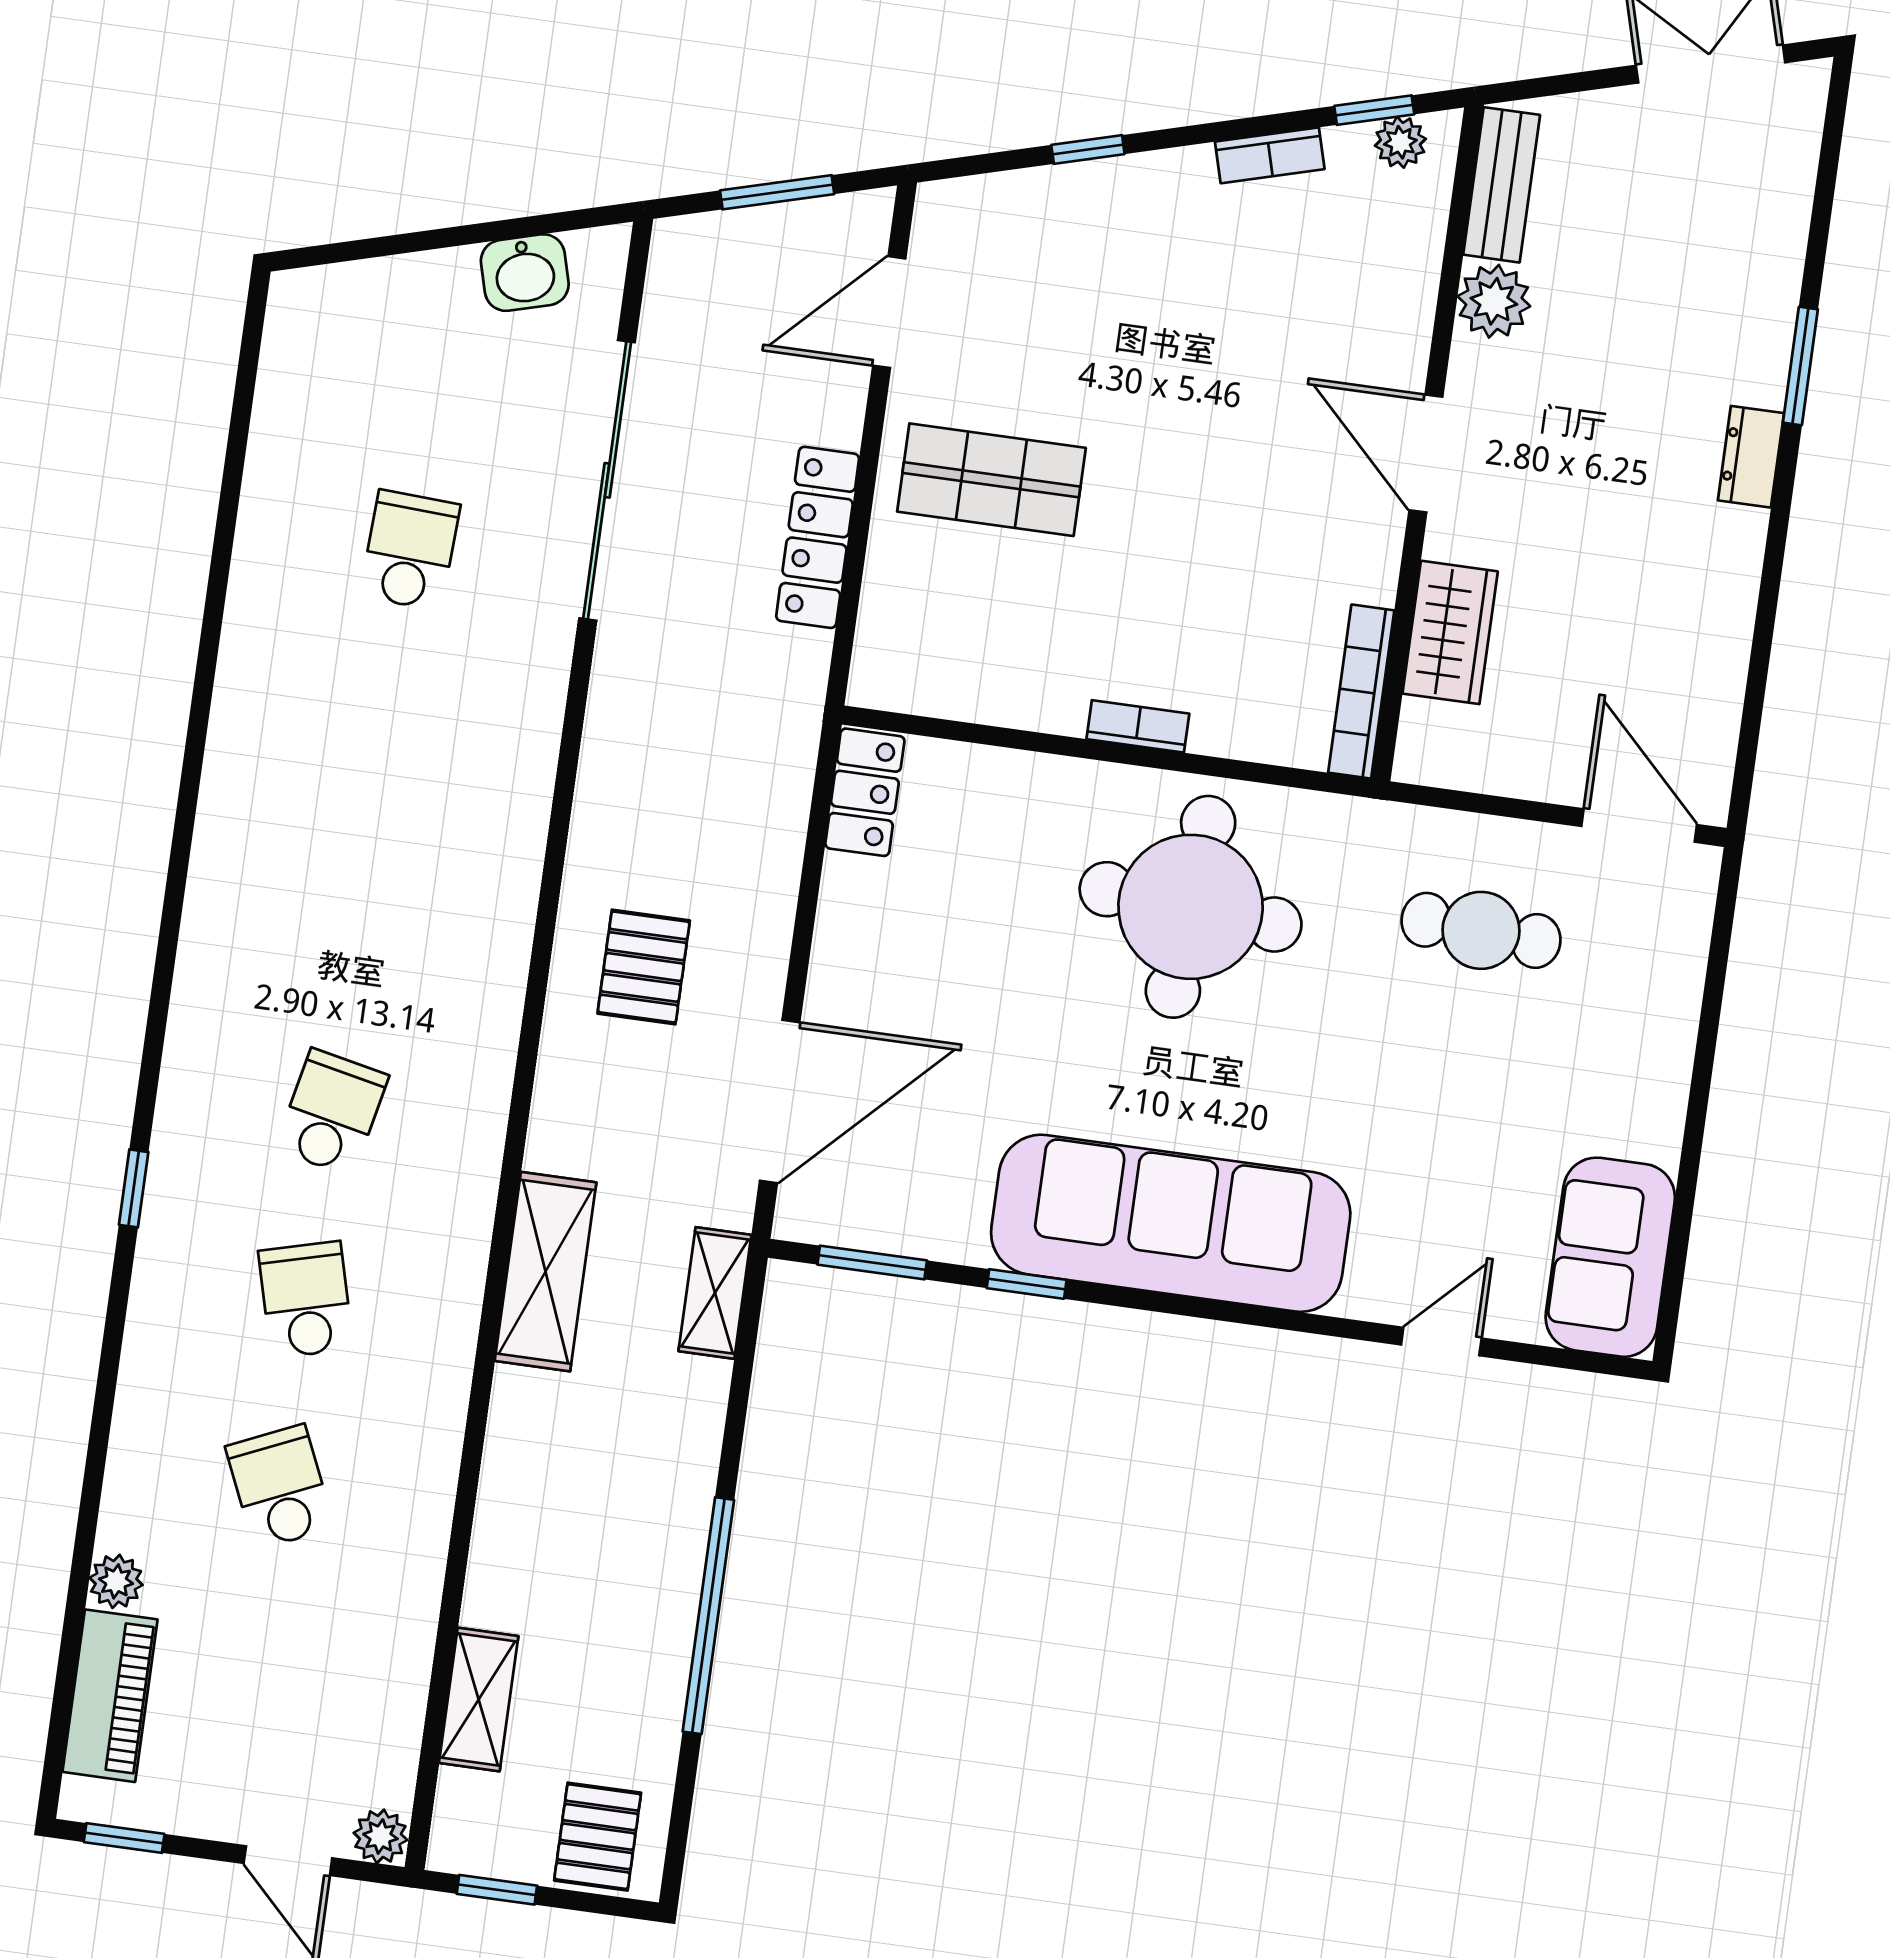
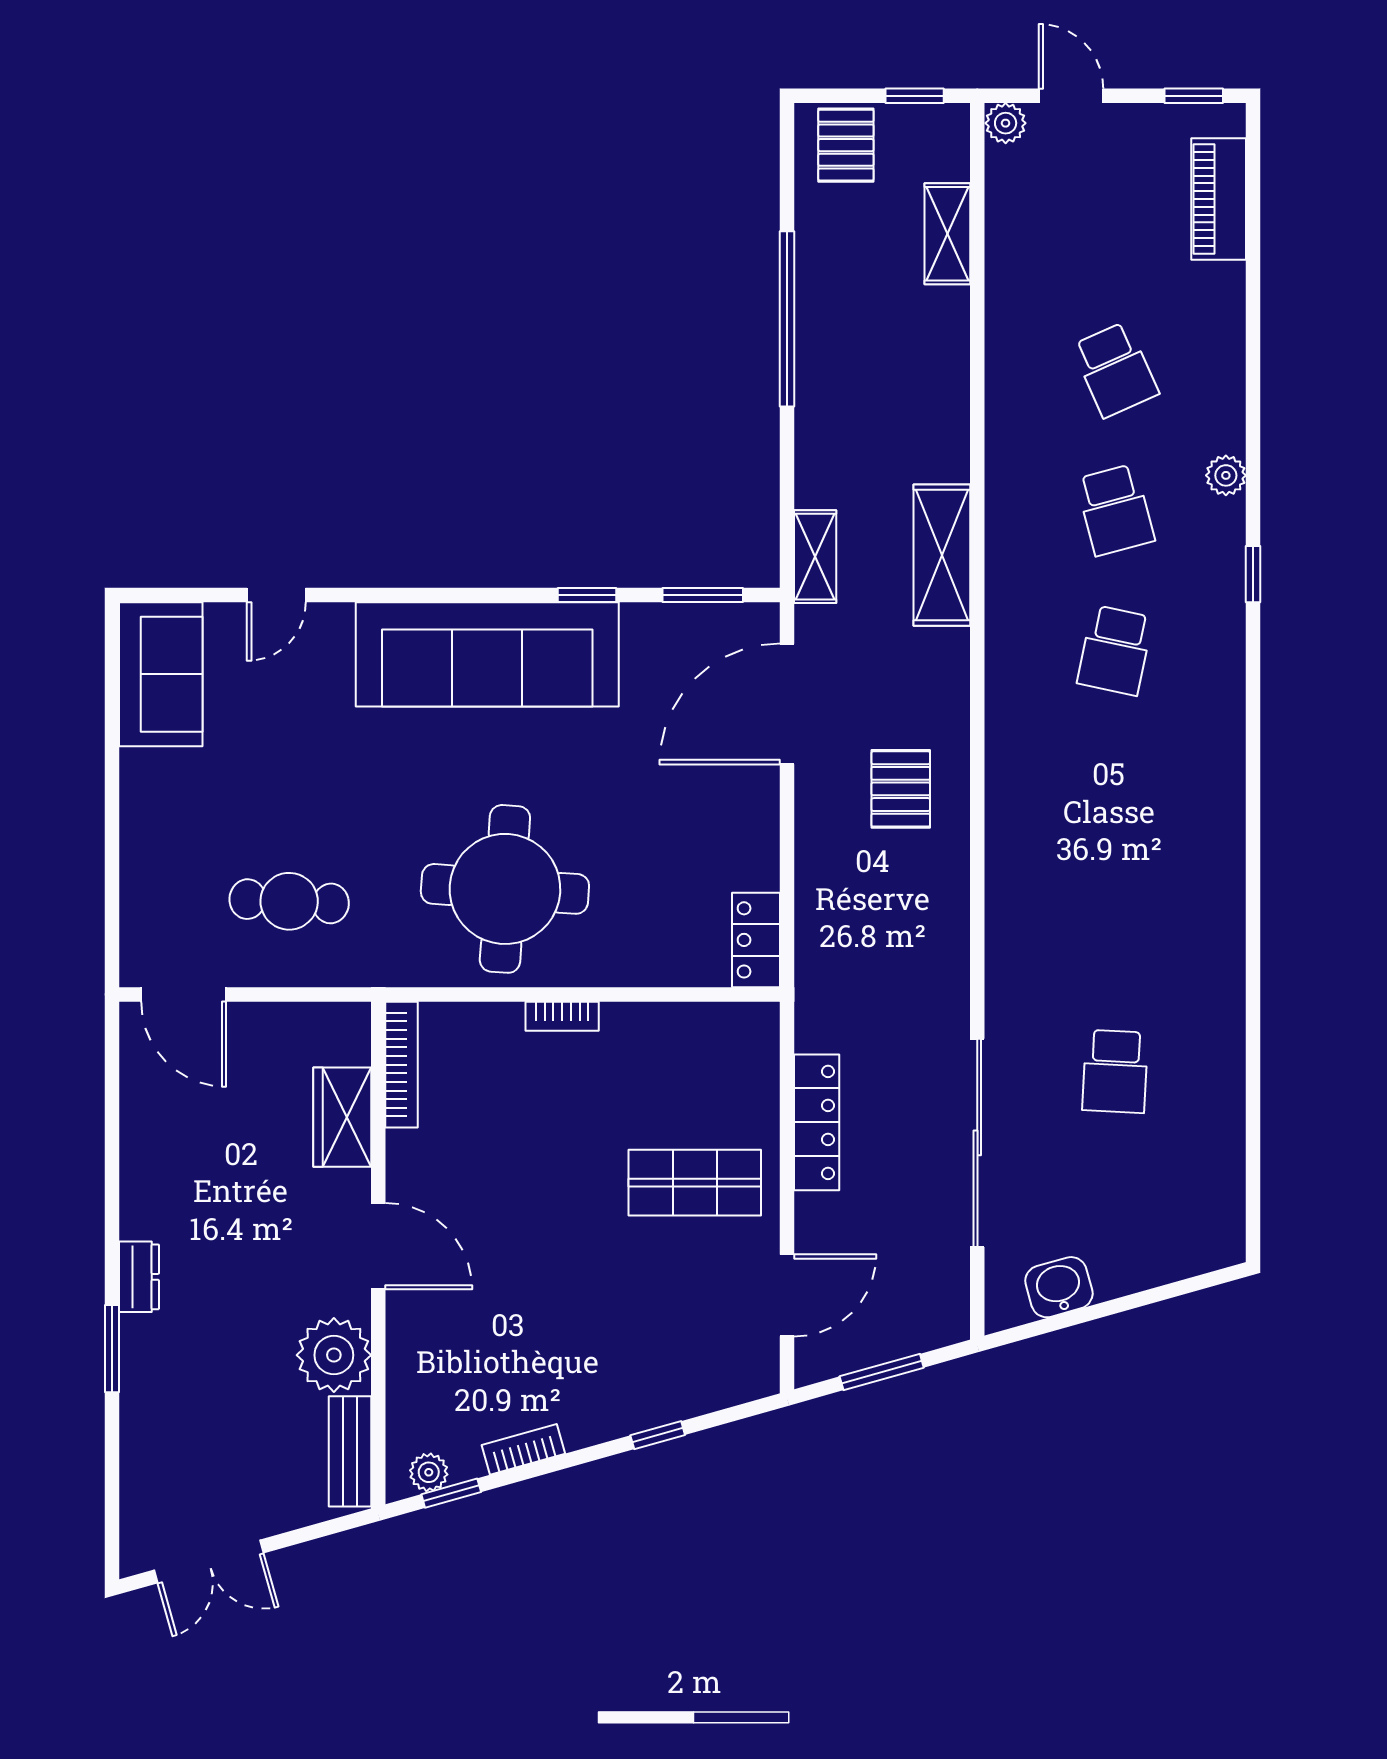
plant: (1494, 301) -> (334, 1355), width x1.36, depth x1.36
plant: (116, 1581) -> (1226, 475), moved

